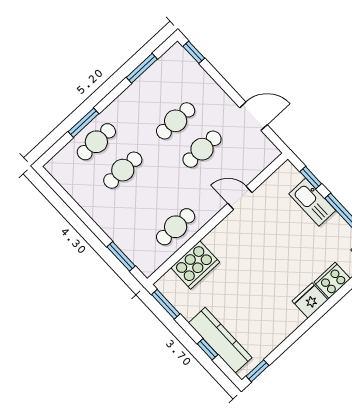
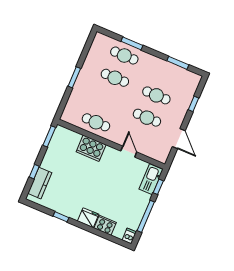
window: (194, 52) -> (194, 104), moved
kitchen sink: (312, 202) -> (151, 179), moved
window: (121, 256) -> (74, 77), moved
cooker: (195, 265) -> (91, 148), moved
kitchen counter: (220, 340) -> (40, 183), width x0.67
window: (258, 371) -> (61, 217), moved

